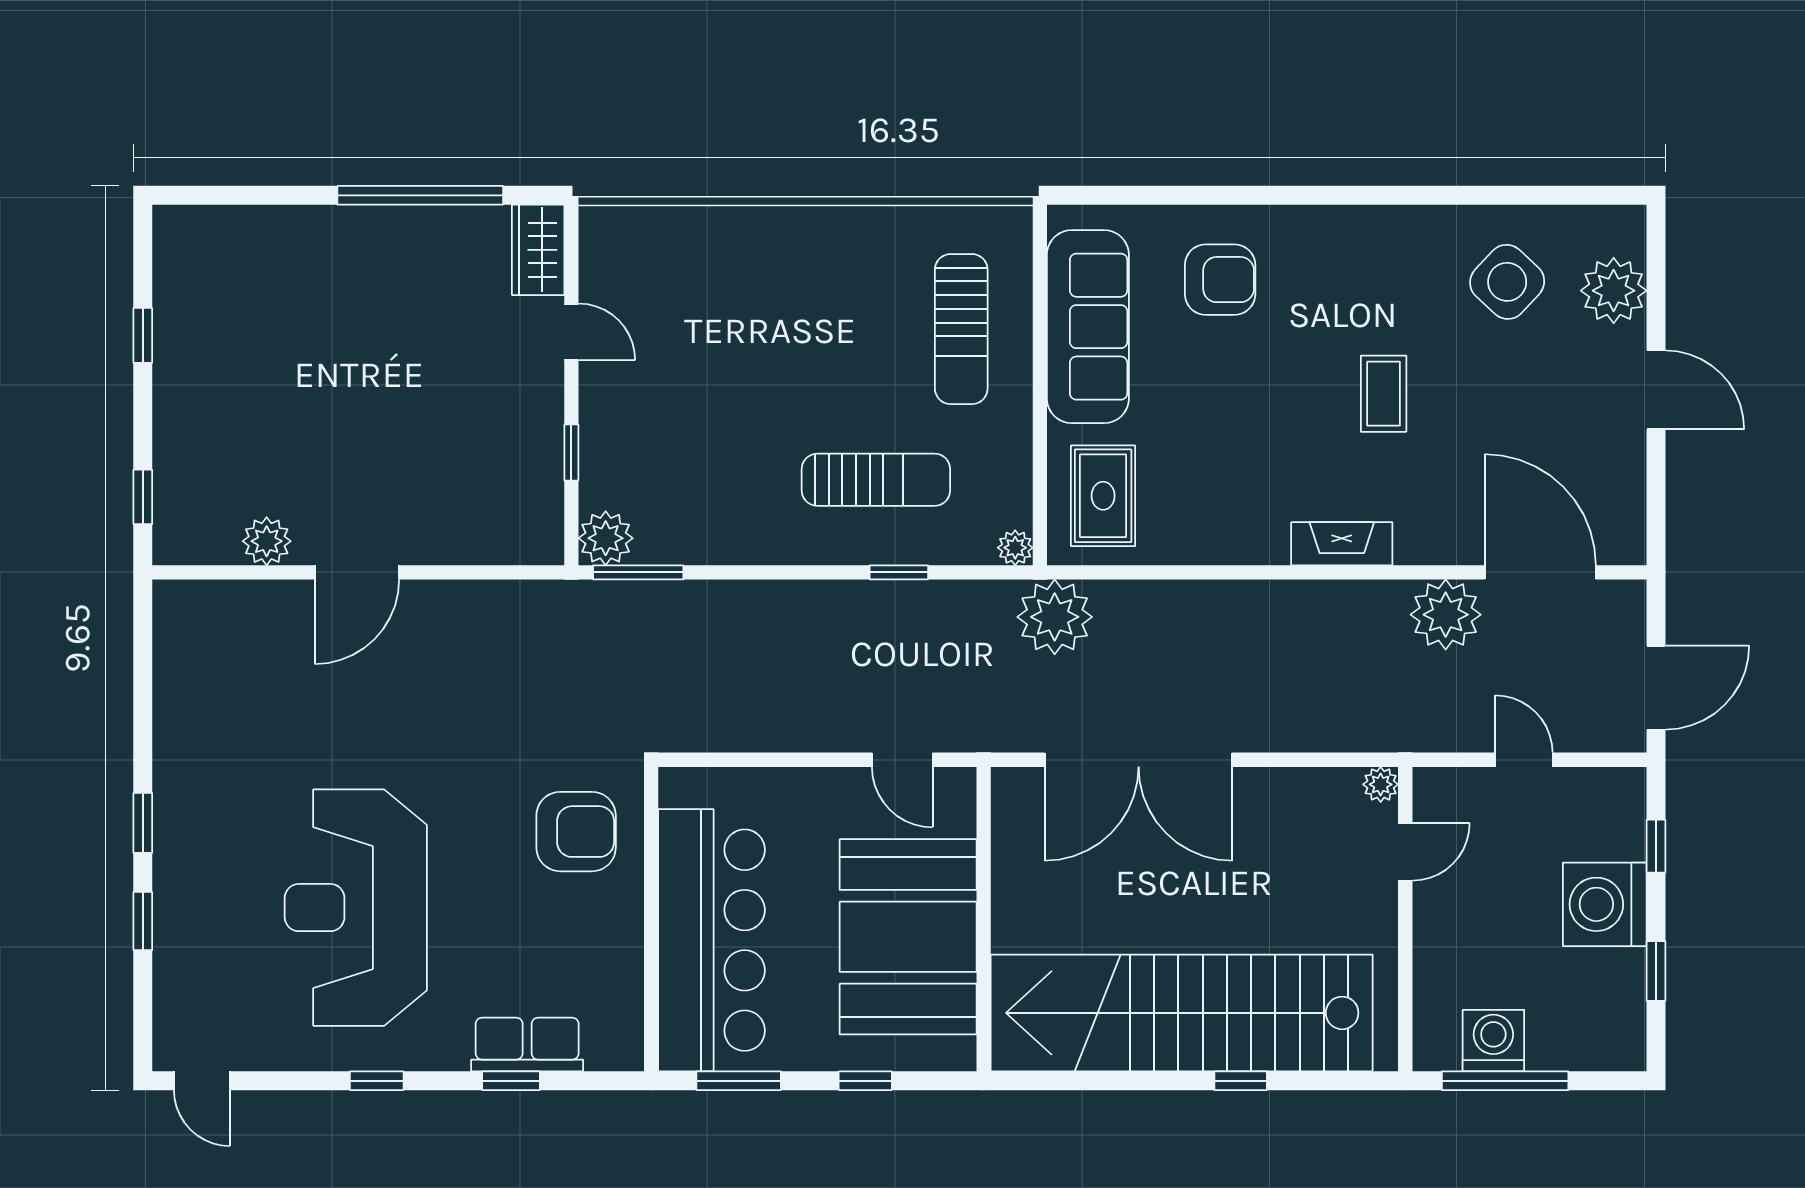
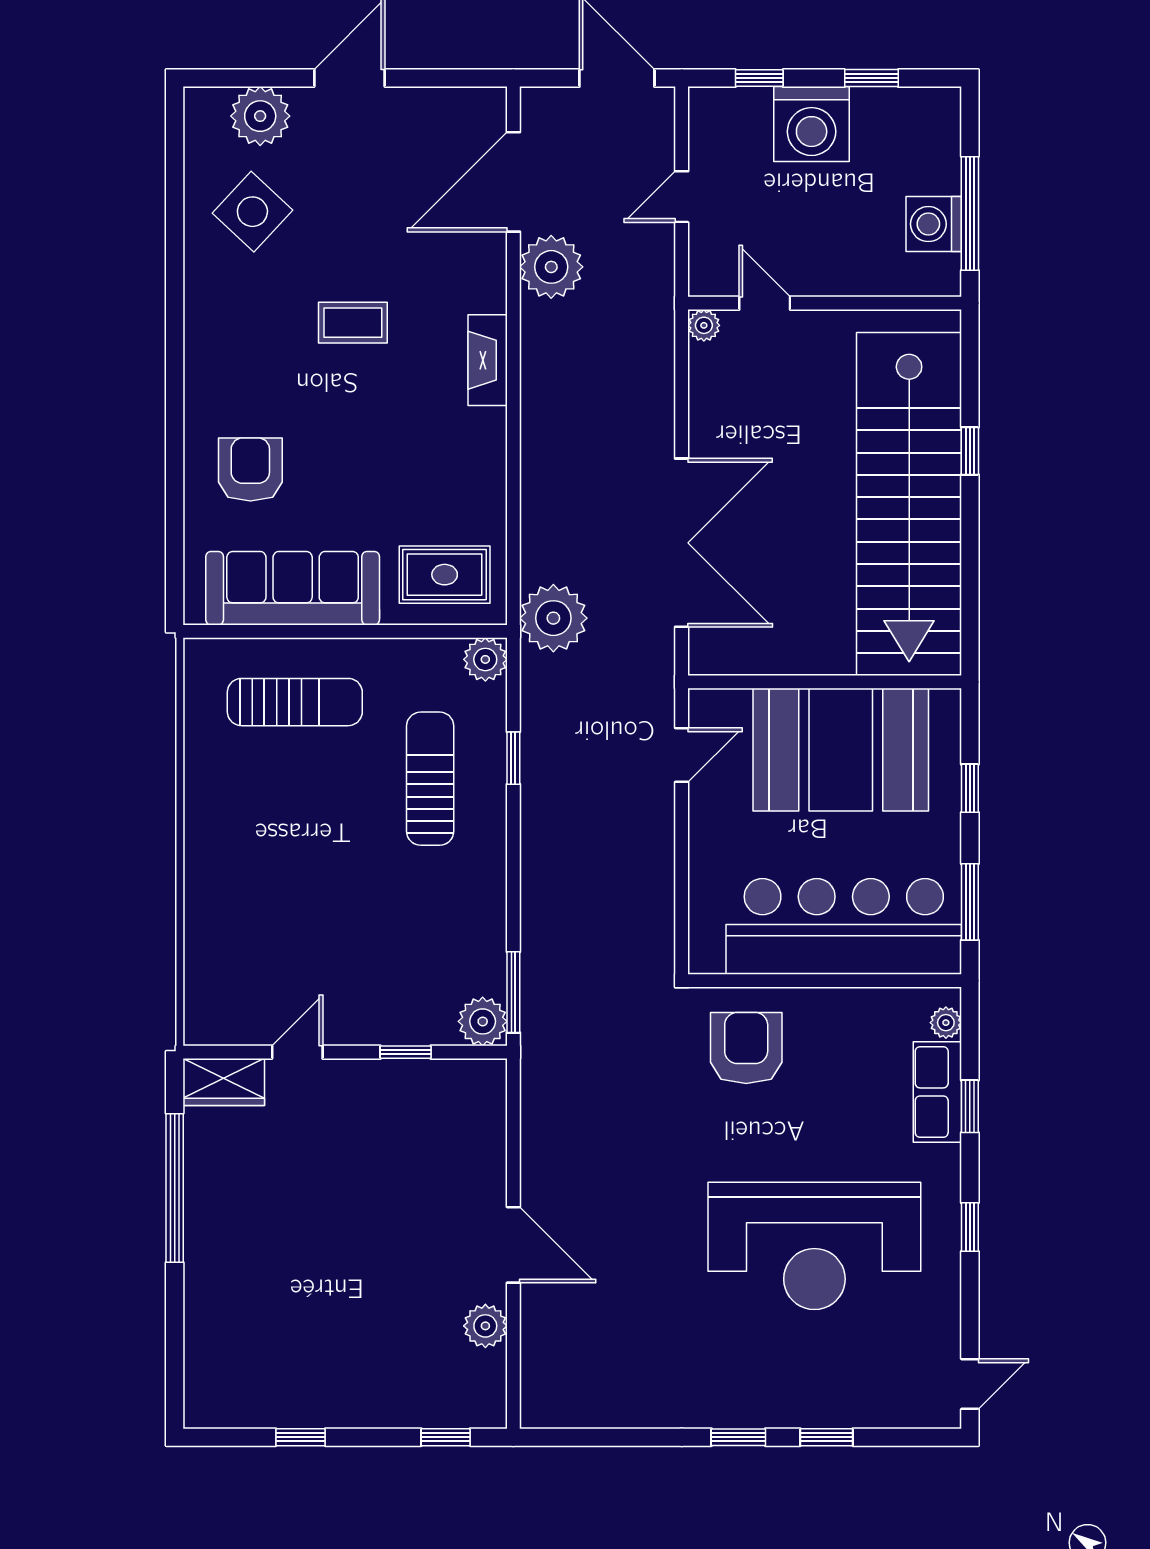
plant: (1015, 548) -> (485, 659), width x1.38, depth x1.38
plant: (604, 1054) -> (946, 1023), added

